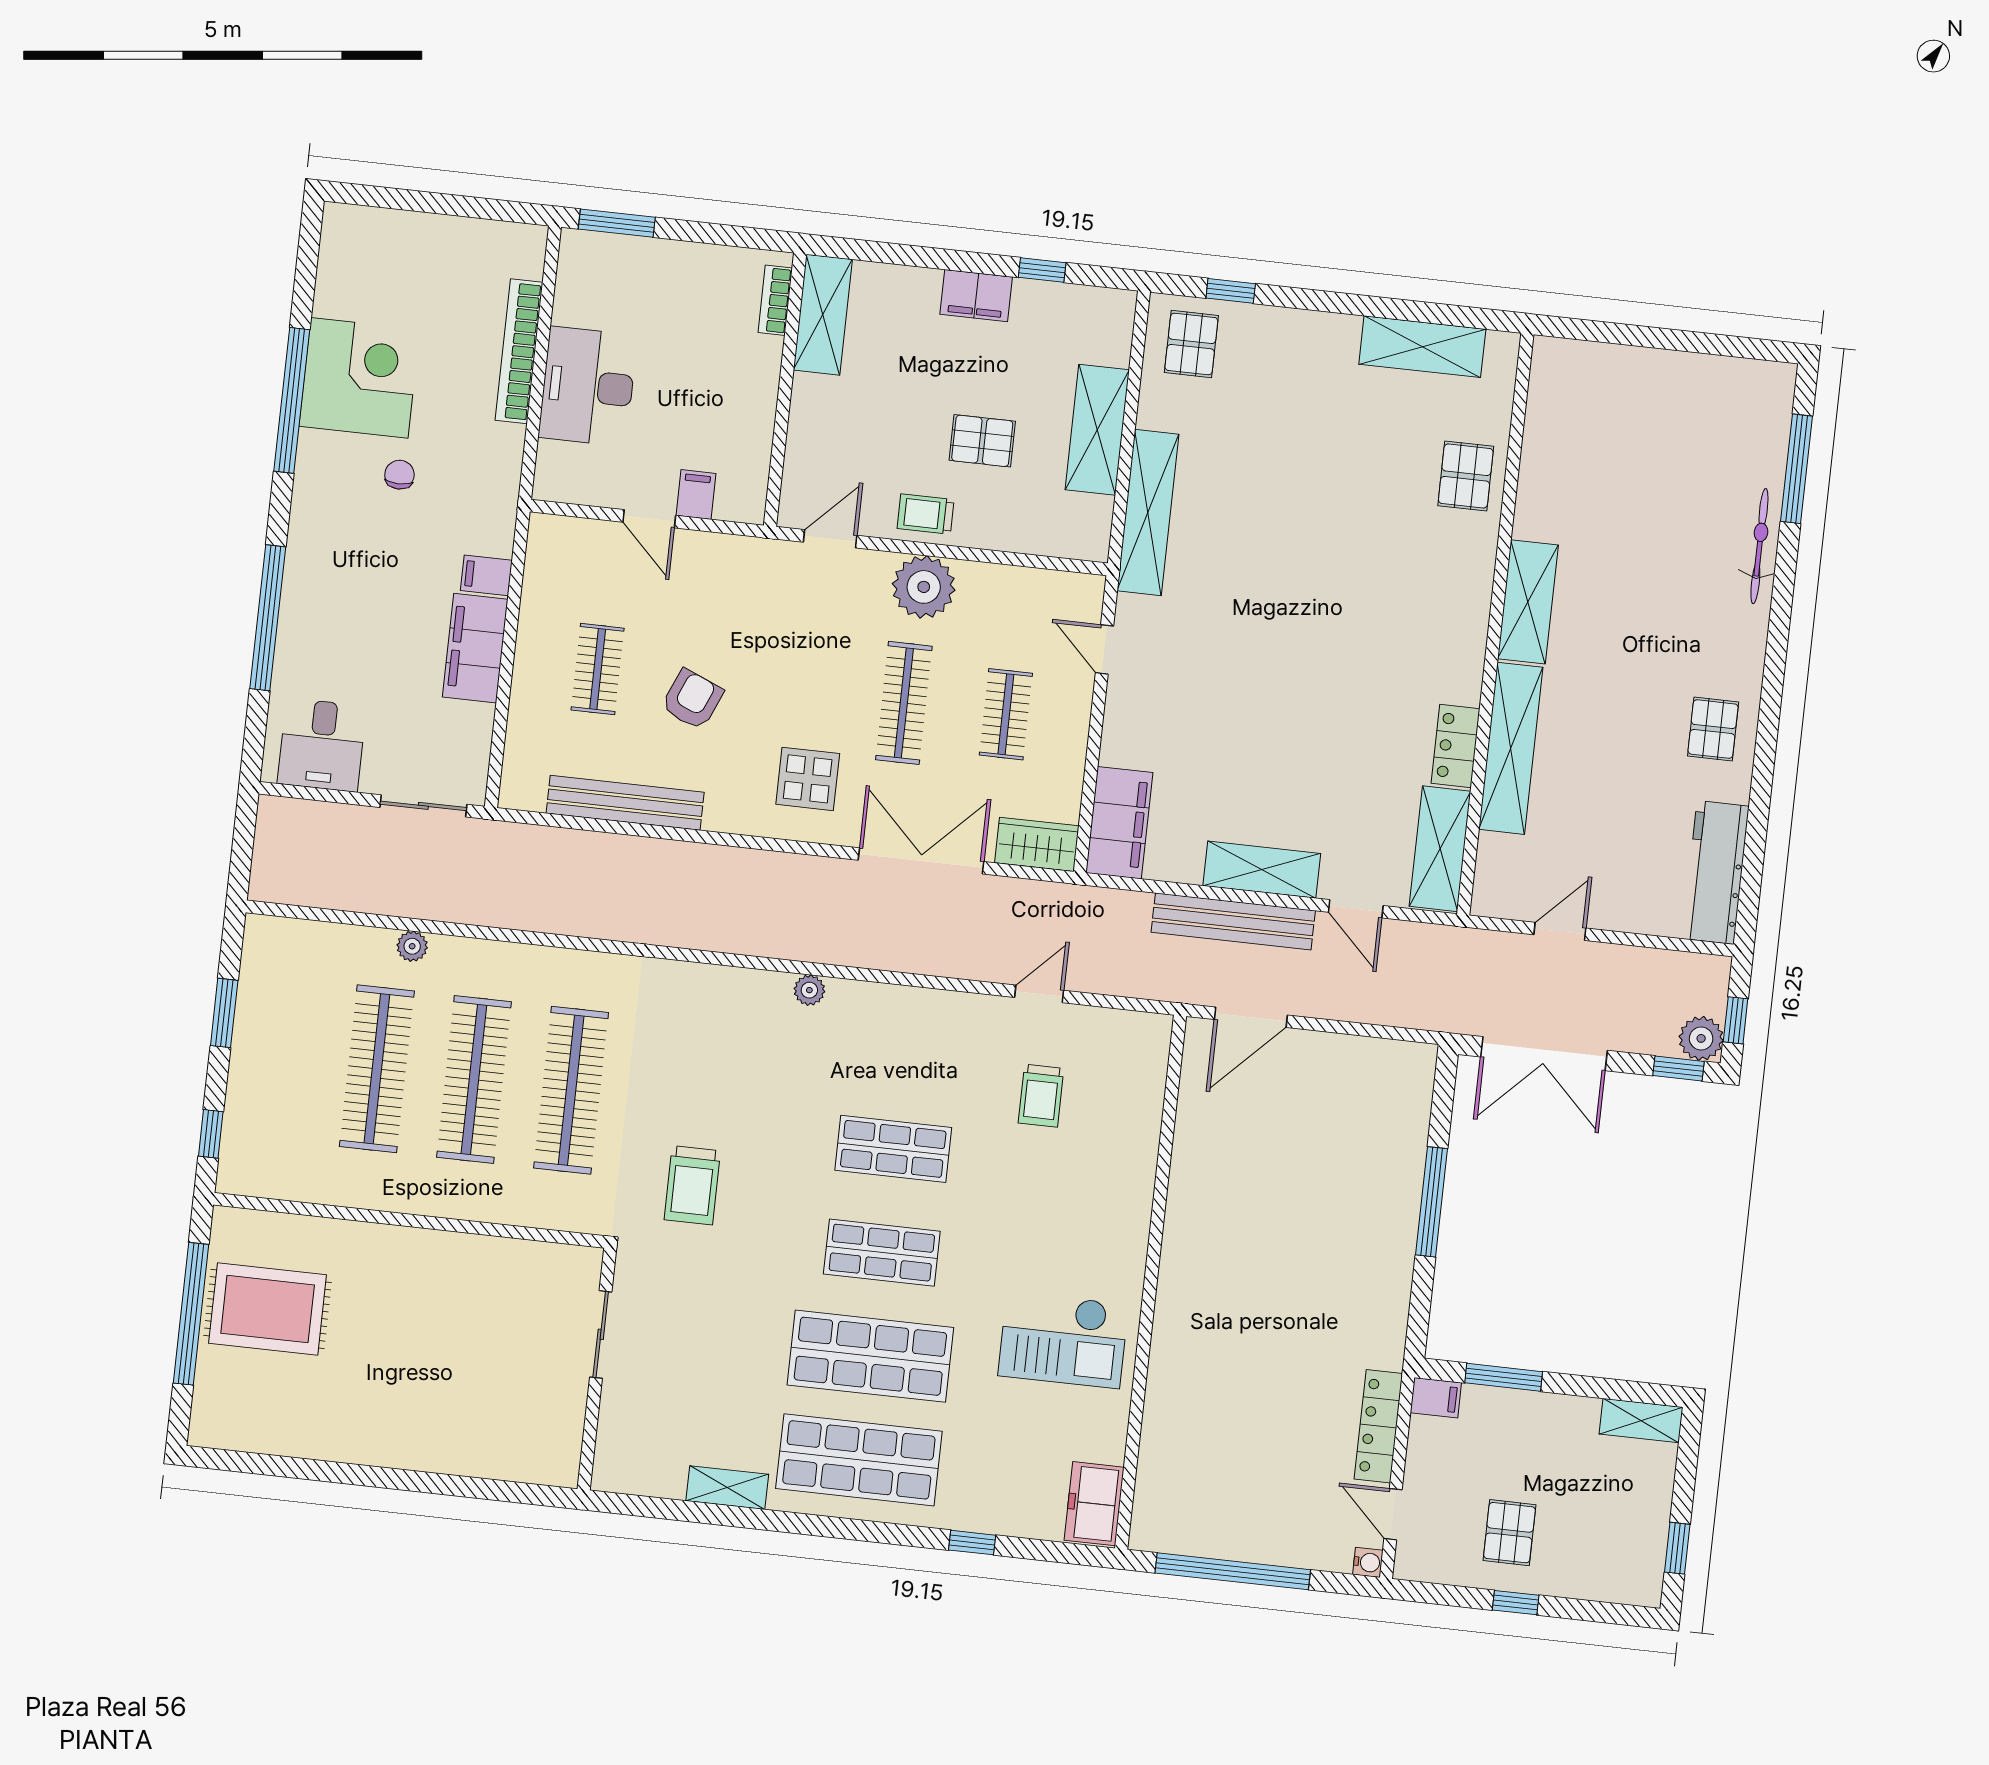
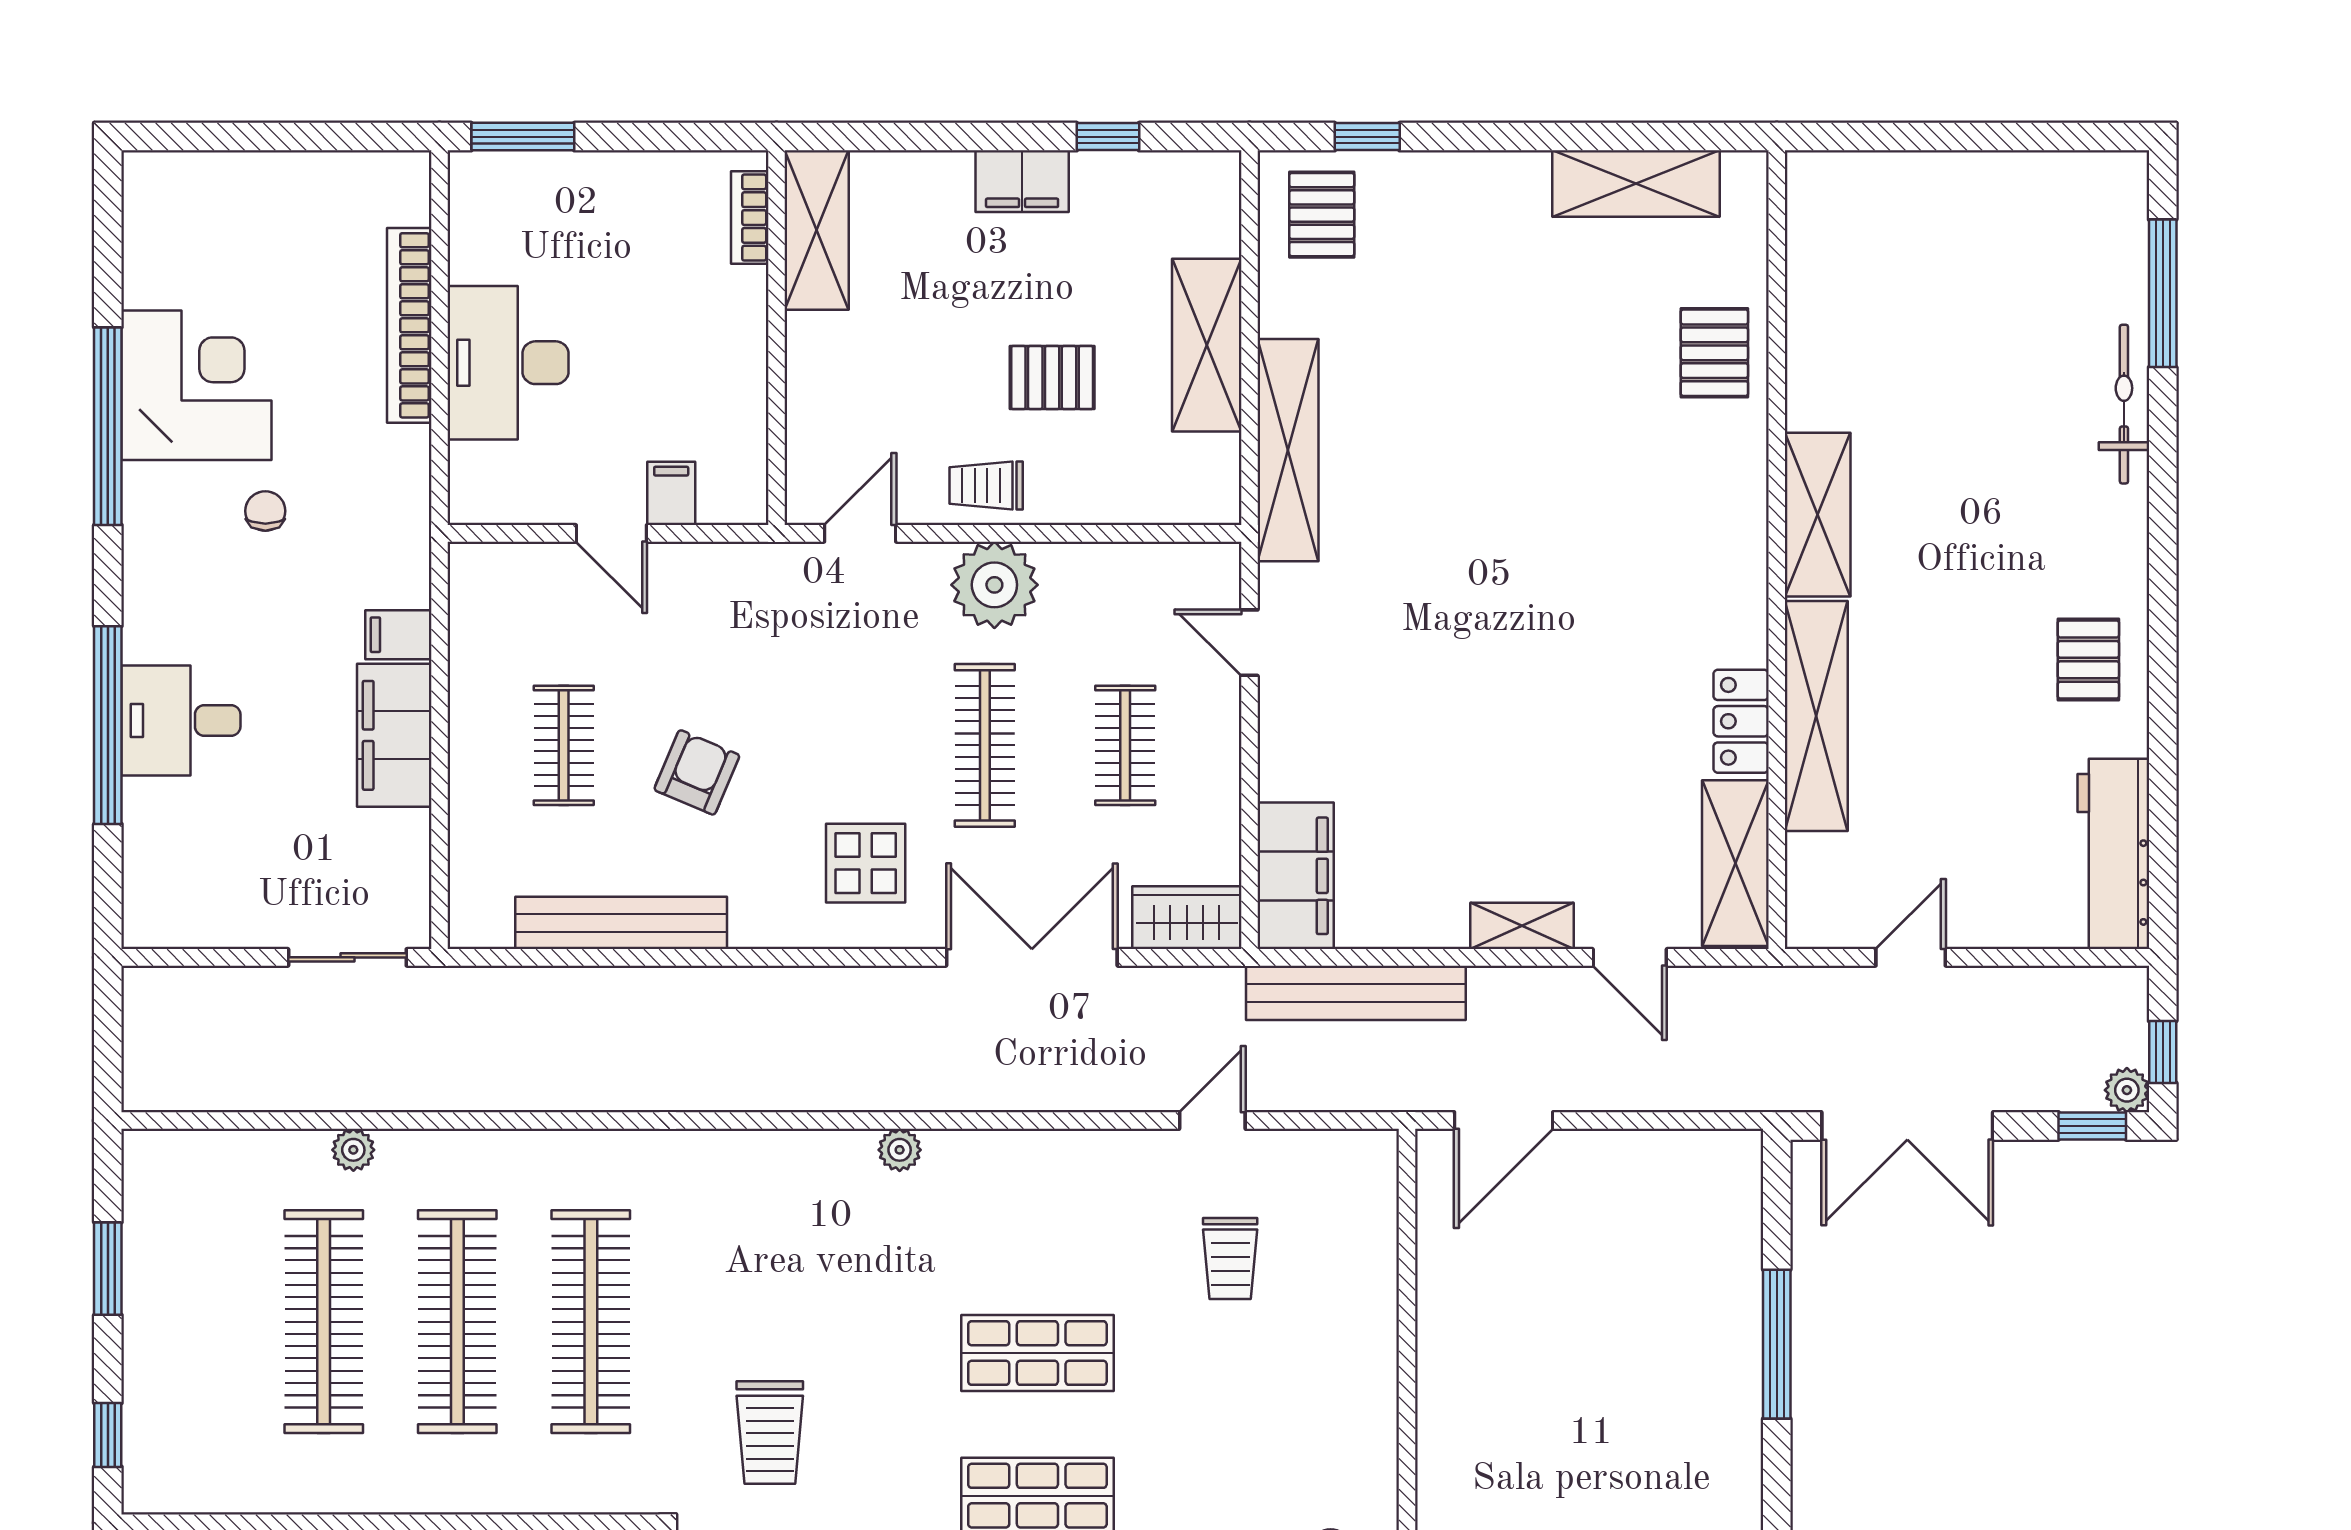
desk: (322, 745) -> (181, 720), moved, turned 90
shelving: (1262, 870) -> (1522, 926), width x0.67, depth x0.75
bench: (1233, 921) -> (1356, 993), moved
plant: (1701, 1038) -> (2127, 1090), width x0.73, depth x0.73

